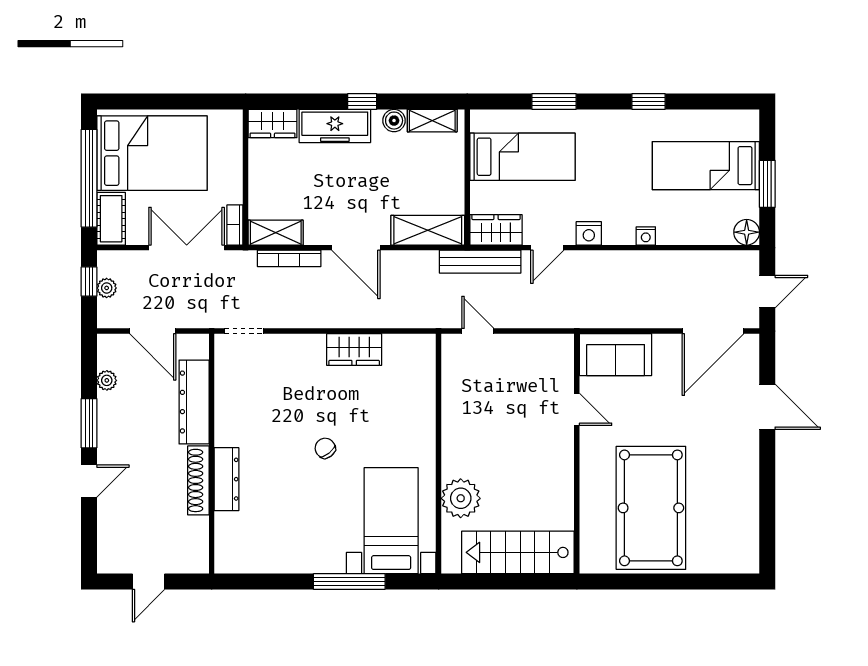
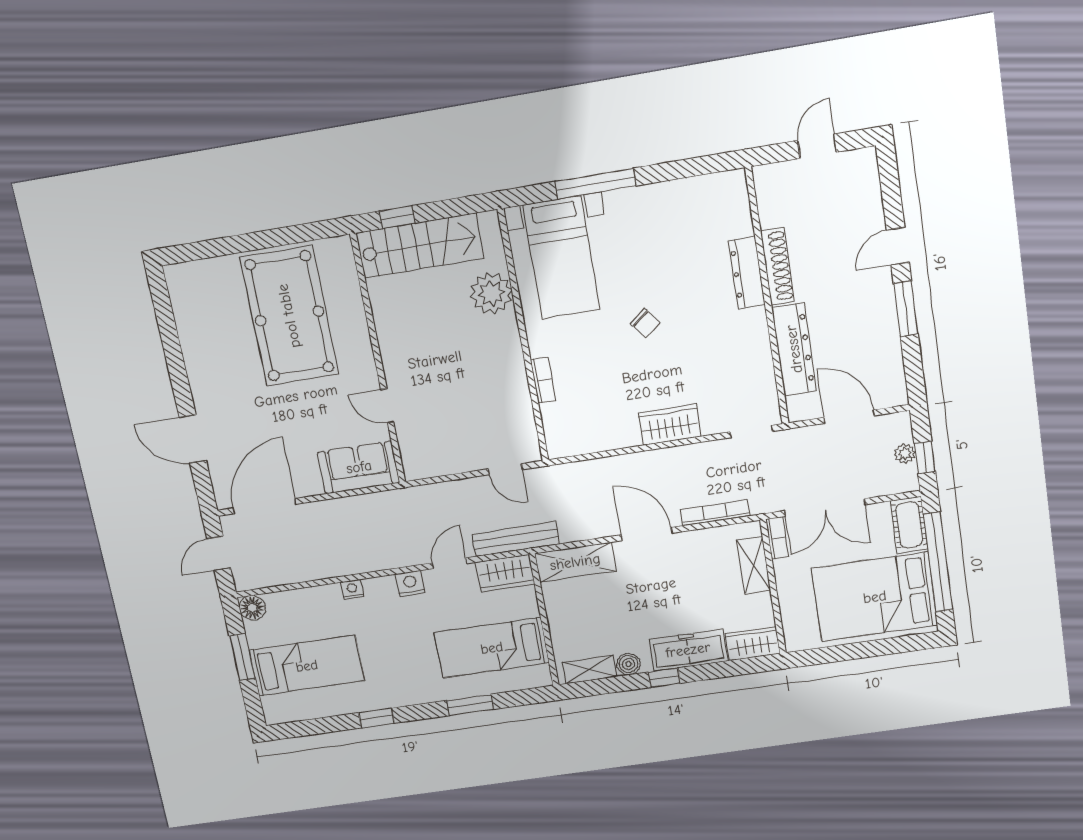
shelving: (276, 233) -> (754, 565), moved, turned 90
wardrobe: (354, 350) -> (669, 425), moved
plant: (107, 380) -> (892, 357), removed
bookcase: (428, 410) -> (543, 380), added
window: (534, 582) -> (397, 217), added

